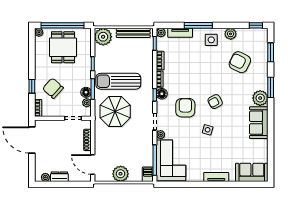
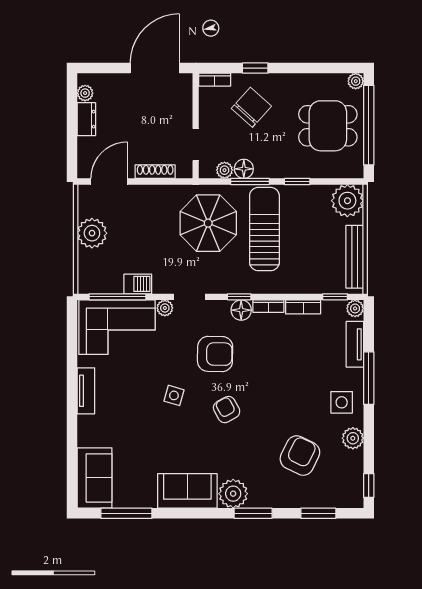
window: (271, 155) -> (126, 513), added
barbecue: (148, 174) -> (138, 284), moved
tv unit: (216, 177) -> (86, 391), moved

